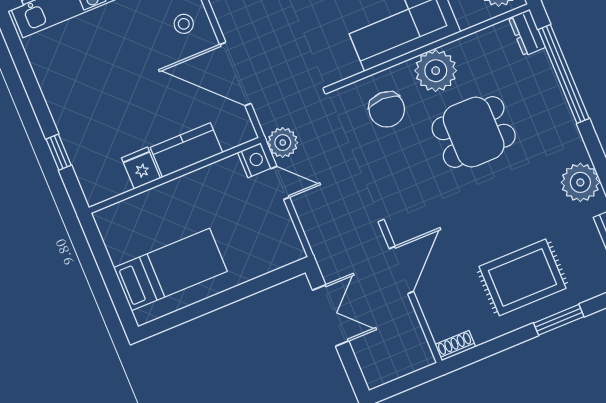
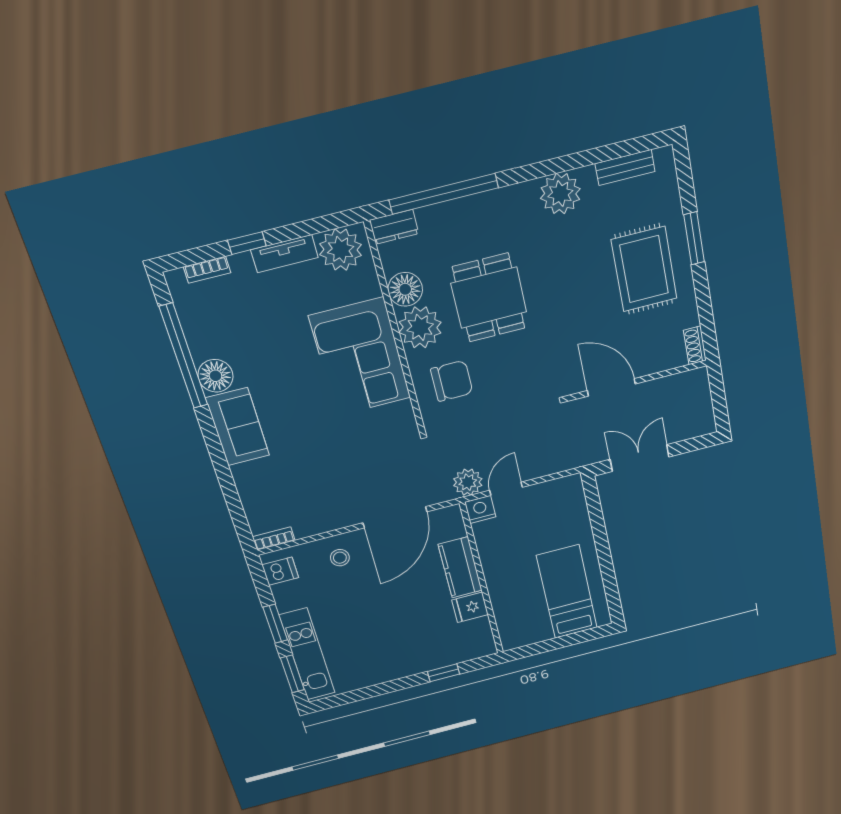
floor lamp: (470, 51) -> (405, 289), added

